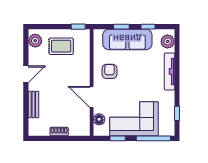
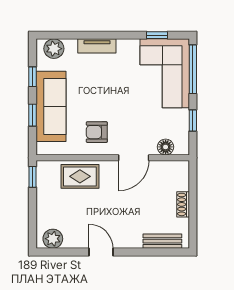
rug: (61, 46) -> (80, 176), moved, turned 90
tv unit: (170, 71) -> (97, 46), width x0.71
bench: (33, 104) -> (162, 241), moved
corner sofa: (134, 119) -> (165, 73), moved

